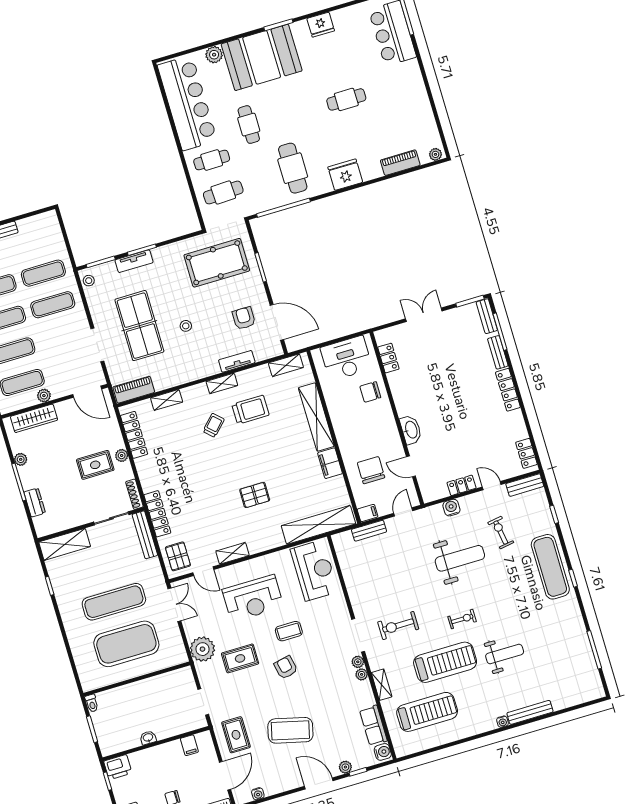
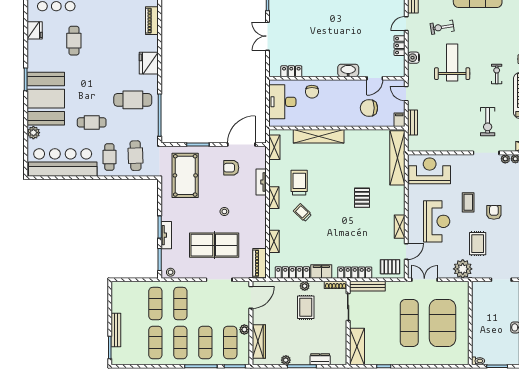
fridge: (321, 25) -> (35, 30), moved
cafe table: (346, 99) -> (74, 41), moved
filing cabinet: (330, 463) -> (321, 271), moved, turned 180
armchair: (286, 667) -> (494, 212), turned 102

